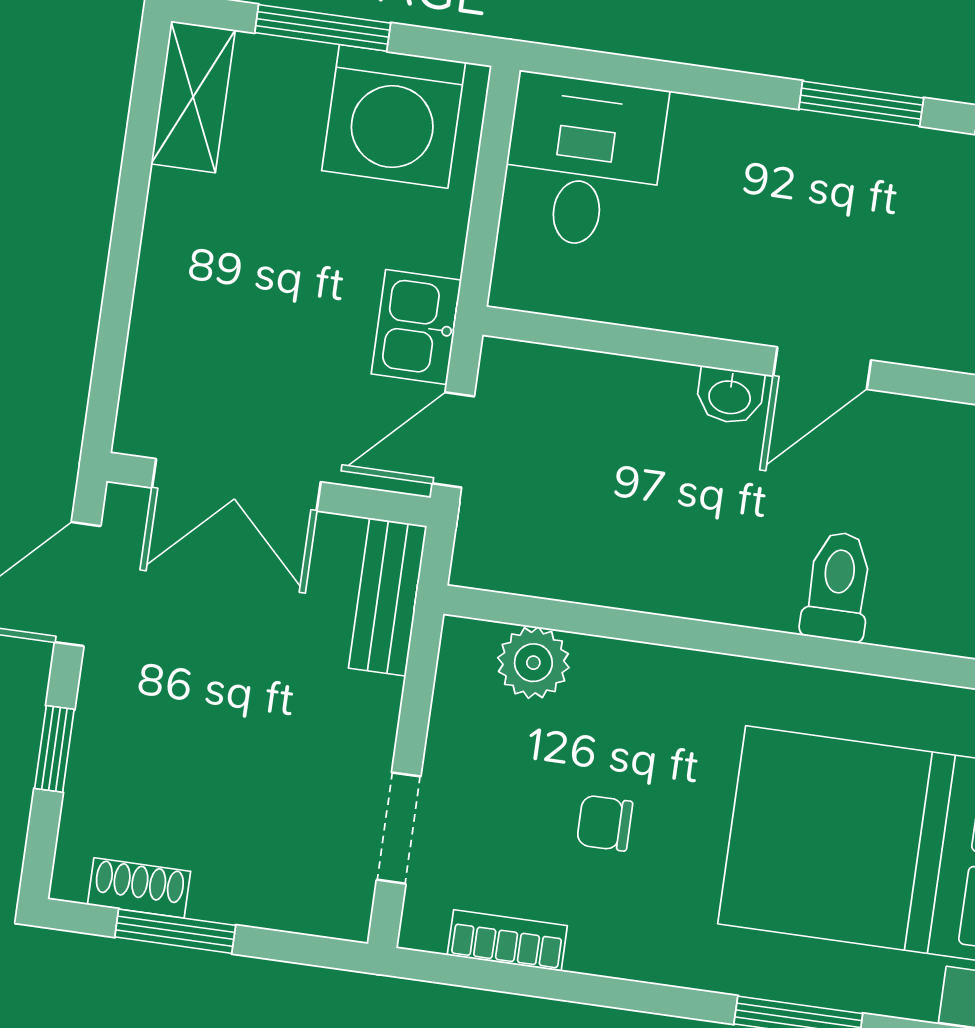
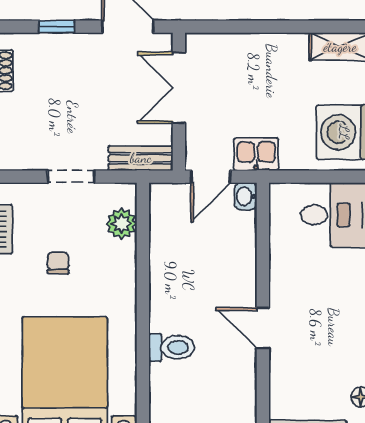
washbasin: (730, 396) -> (246, 196), moved
door: (453, 440) -> (211, 177), swing flipped
doorway: (399, 828) -> (71, 177), moved

